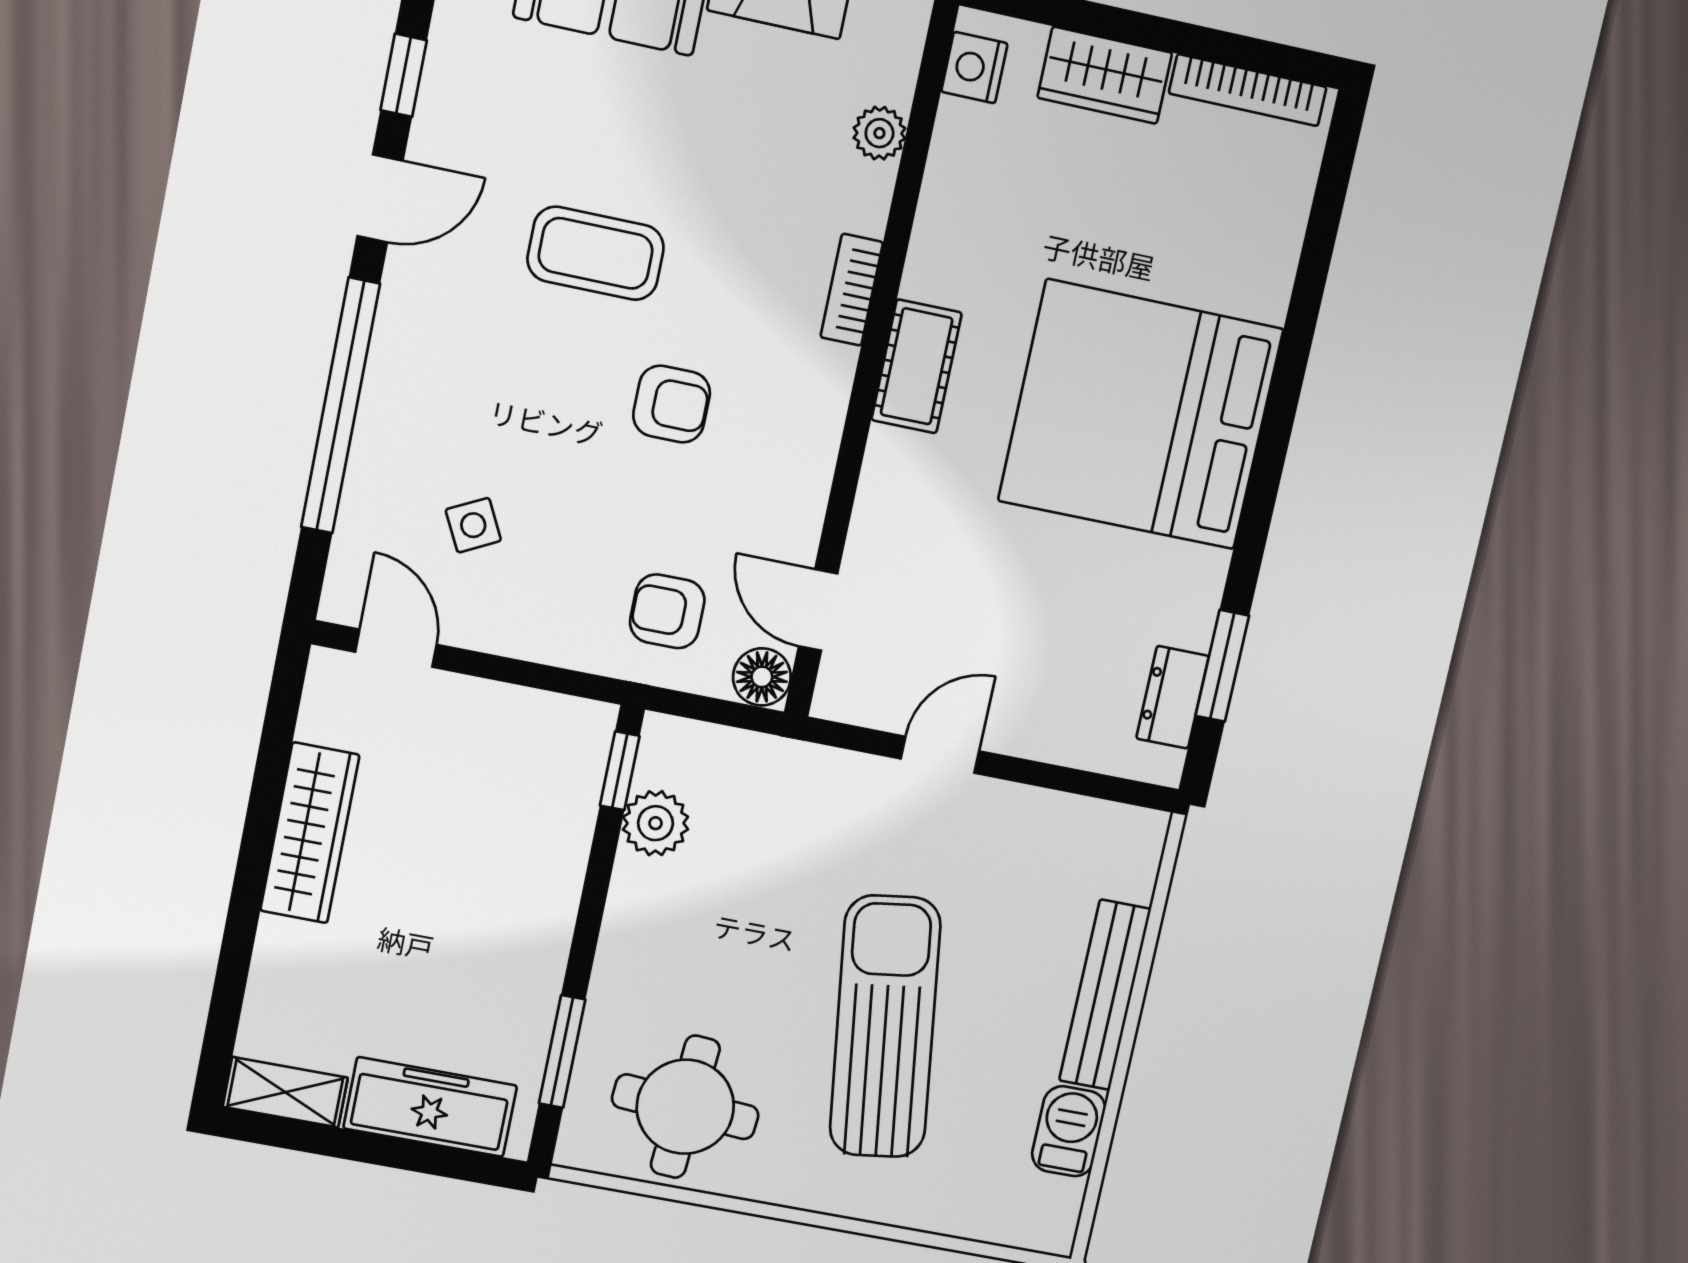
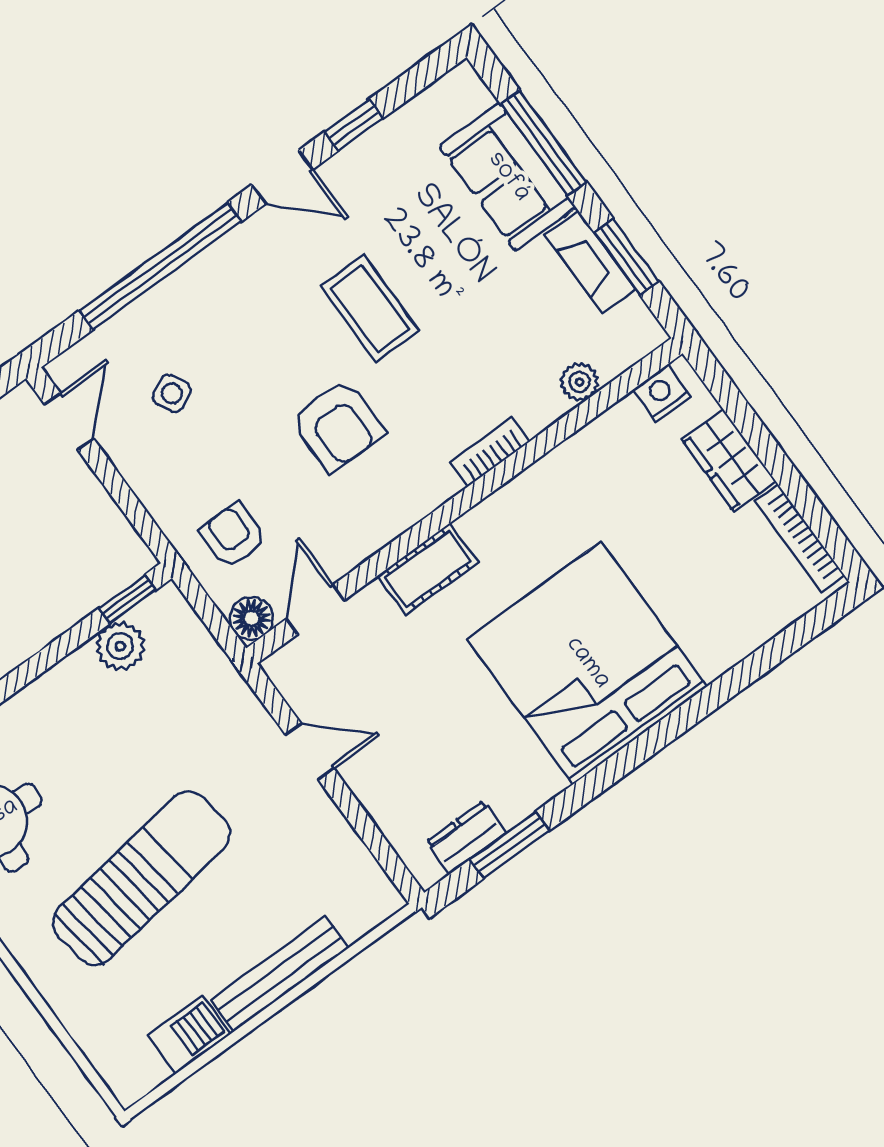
cot: (917, 366) -> (428, 569), moved
armchair: (672, 404) -> (337, 425), width x1.38, depth x1.38

